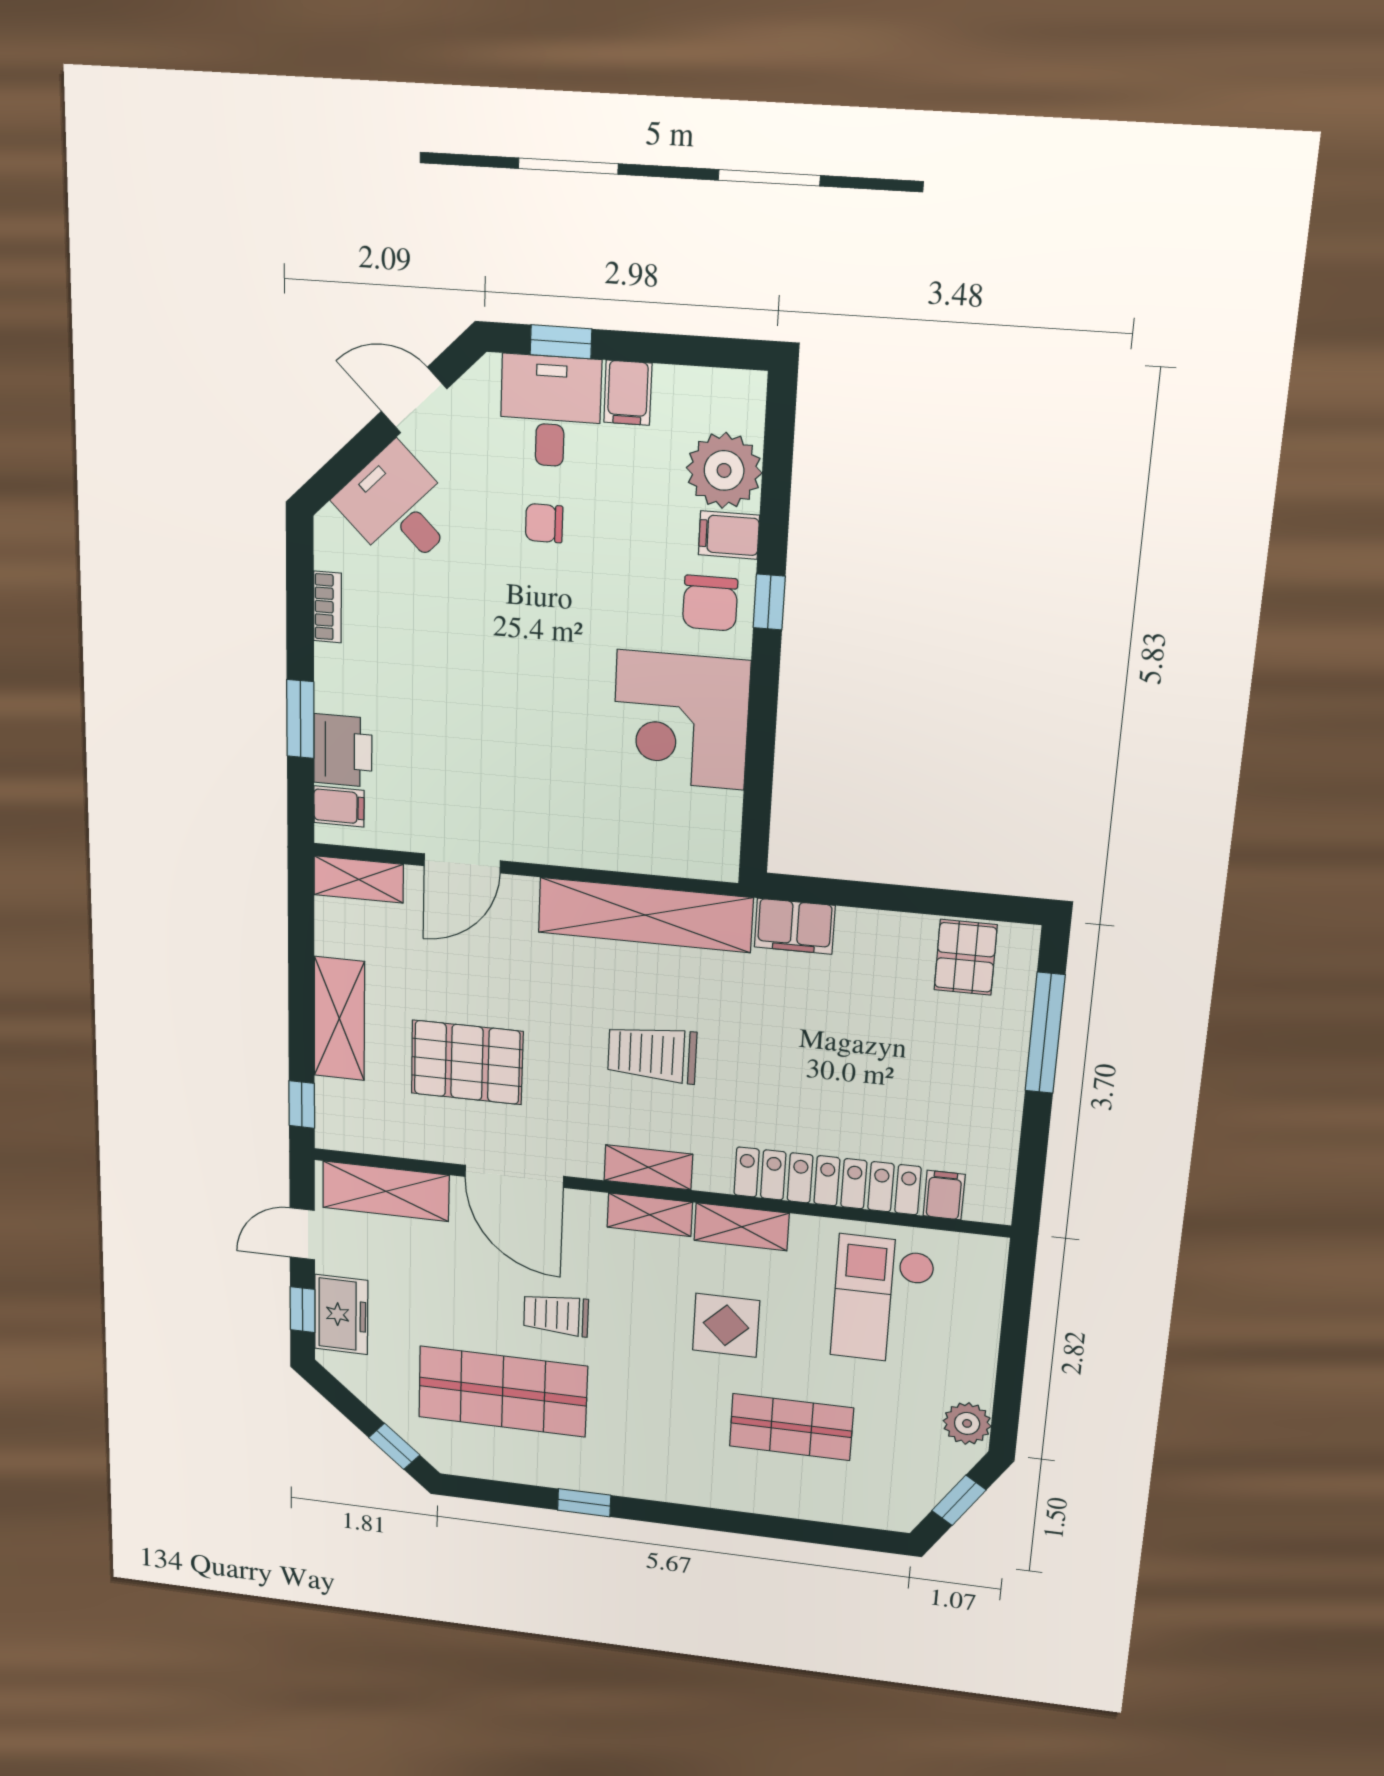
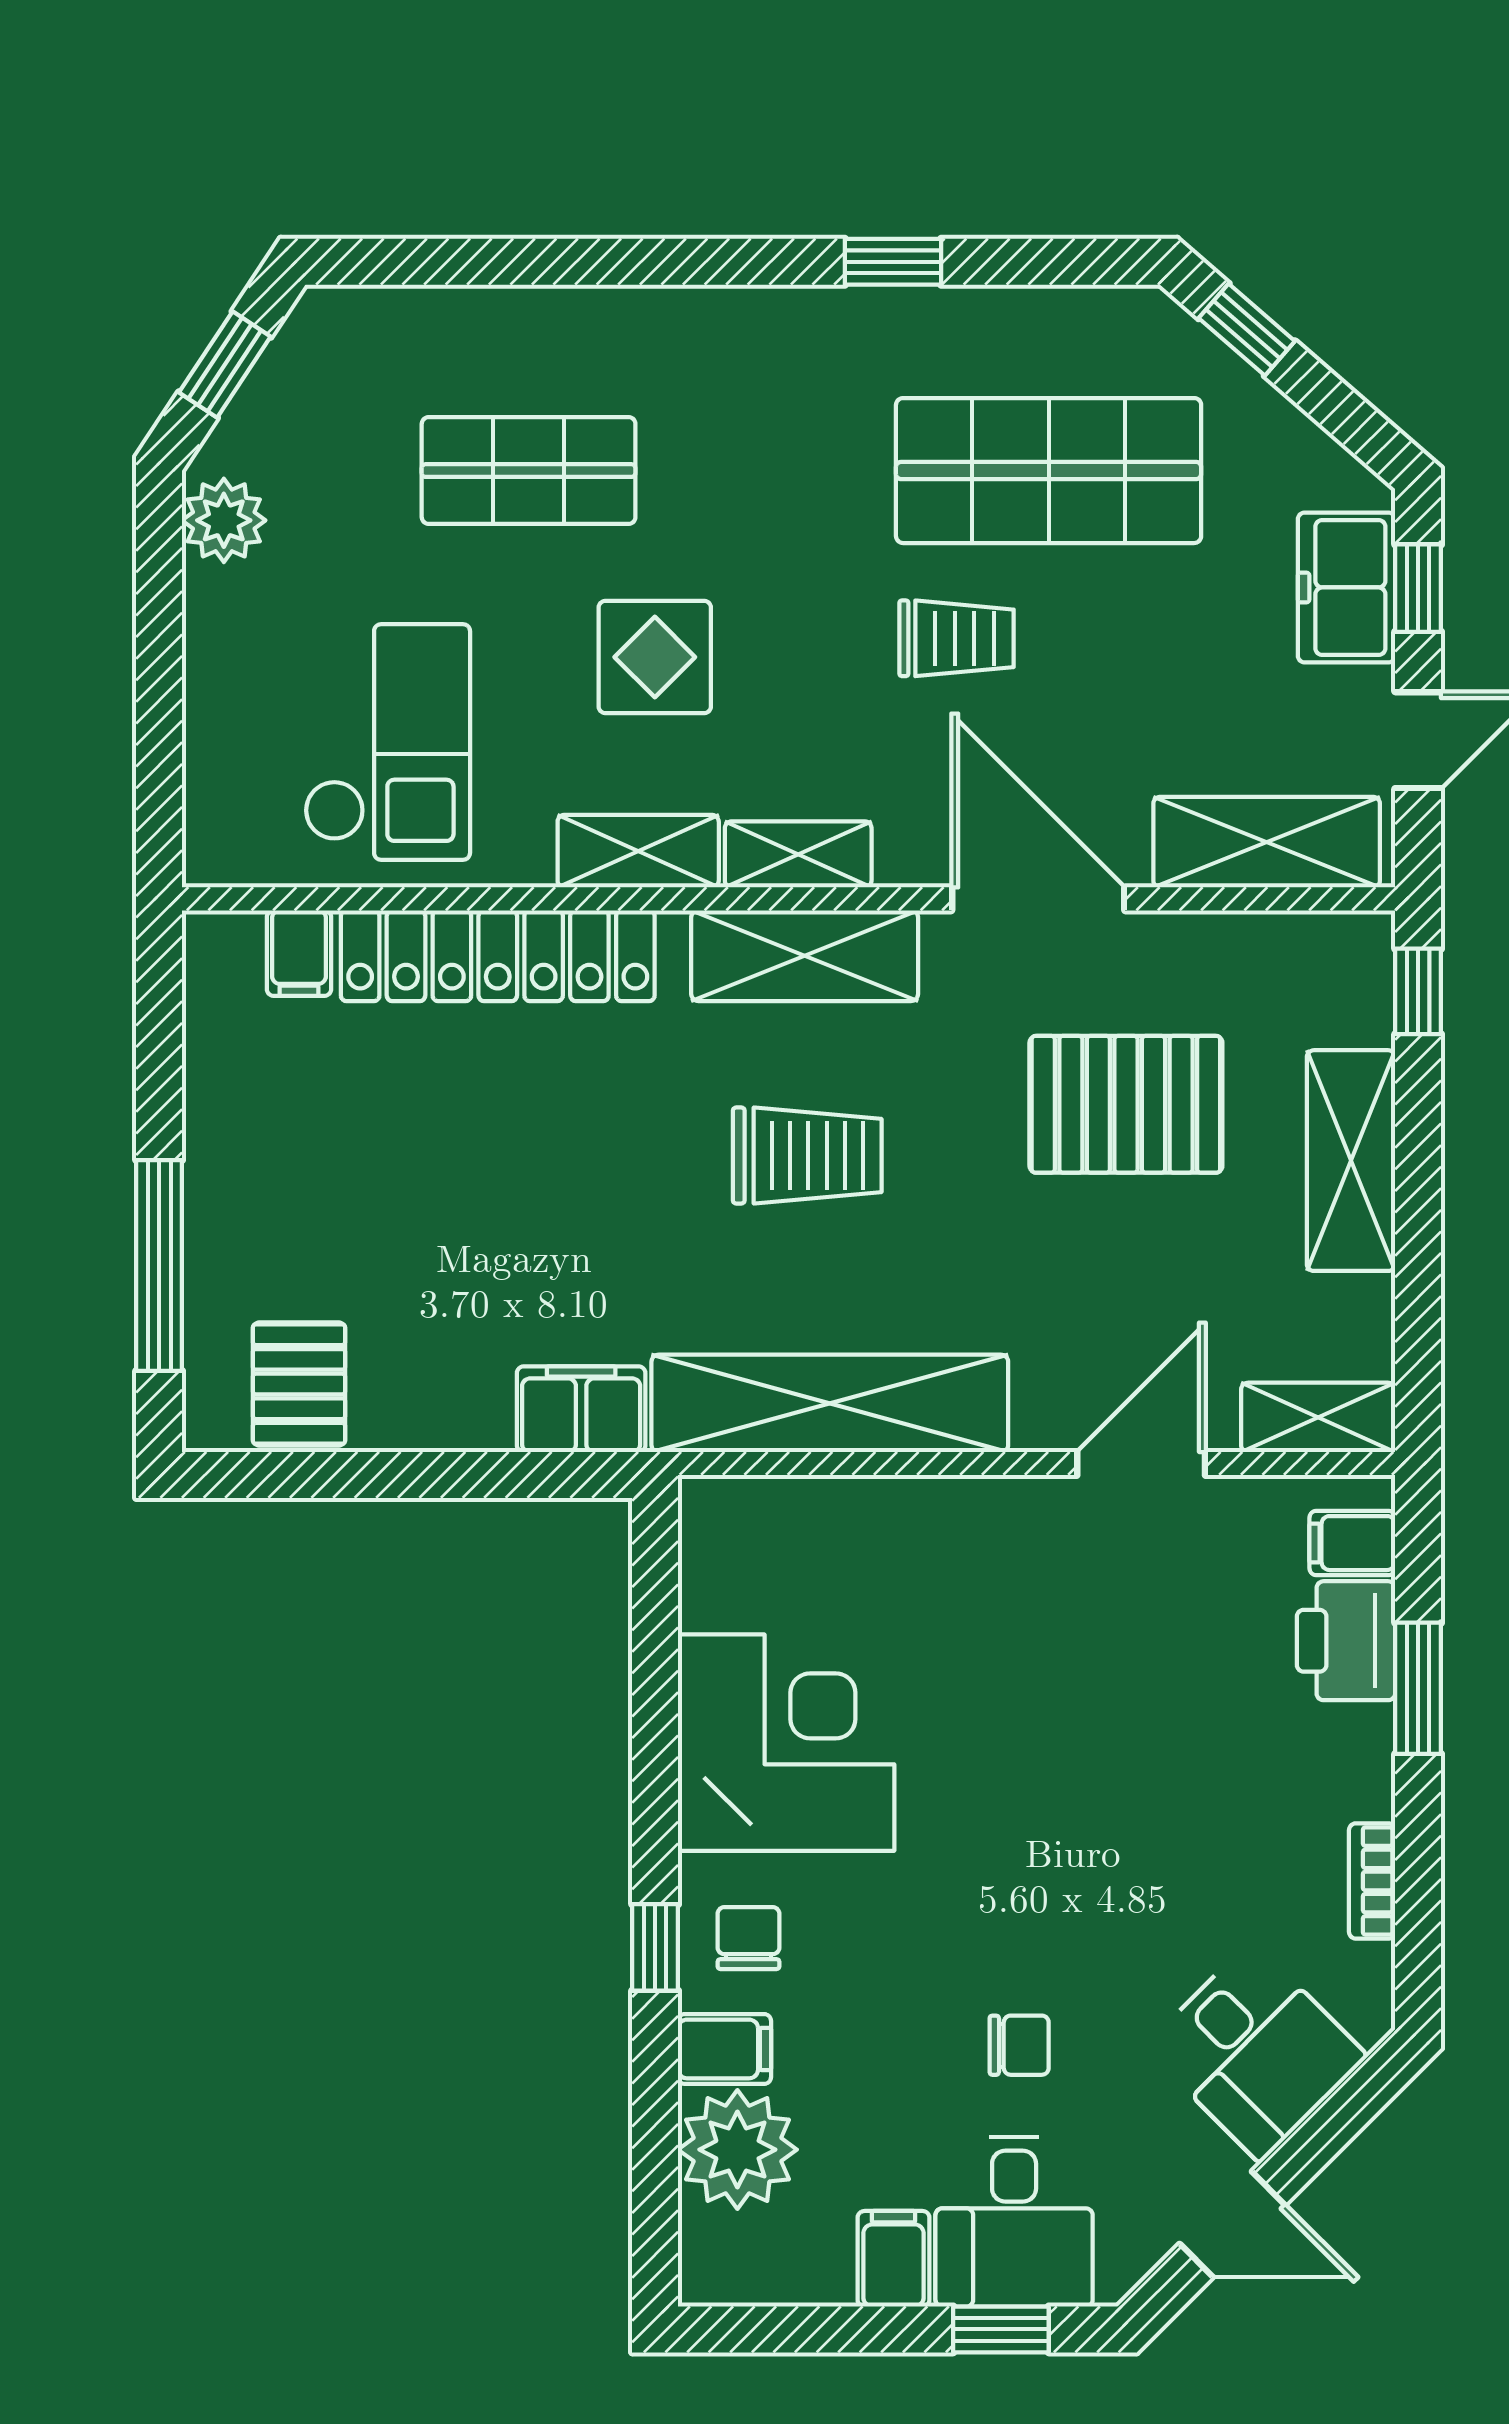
chair: (710, 603) -> (748, 1938), width x0.73, depth x0.73
shelving: (648, 1167) -> (805, 956), width x1.50, depth x1.33

